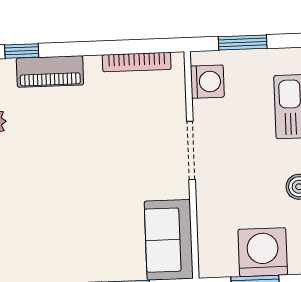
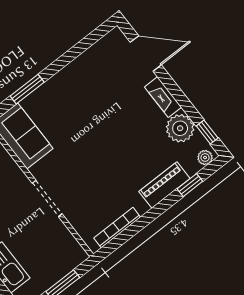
washing machine: (207, 82) -> (67, 246), removed

